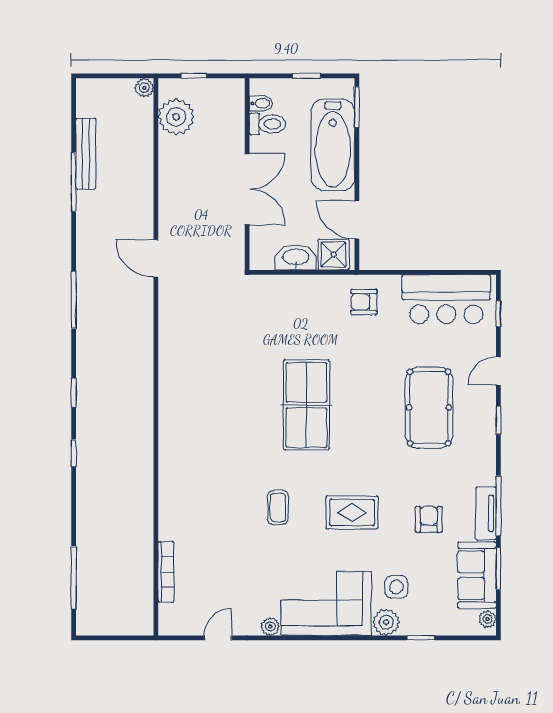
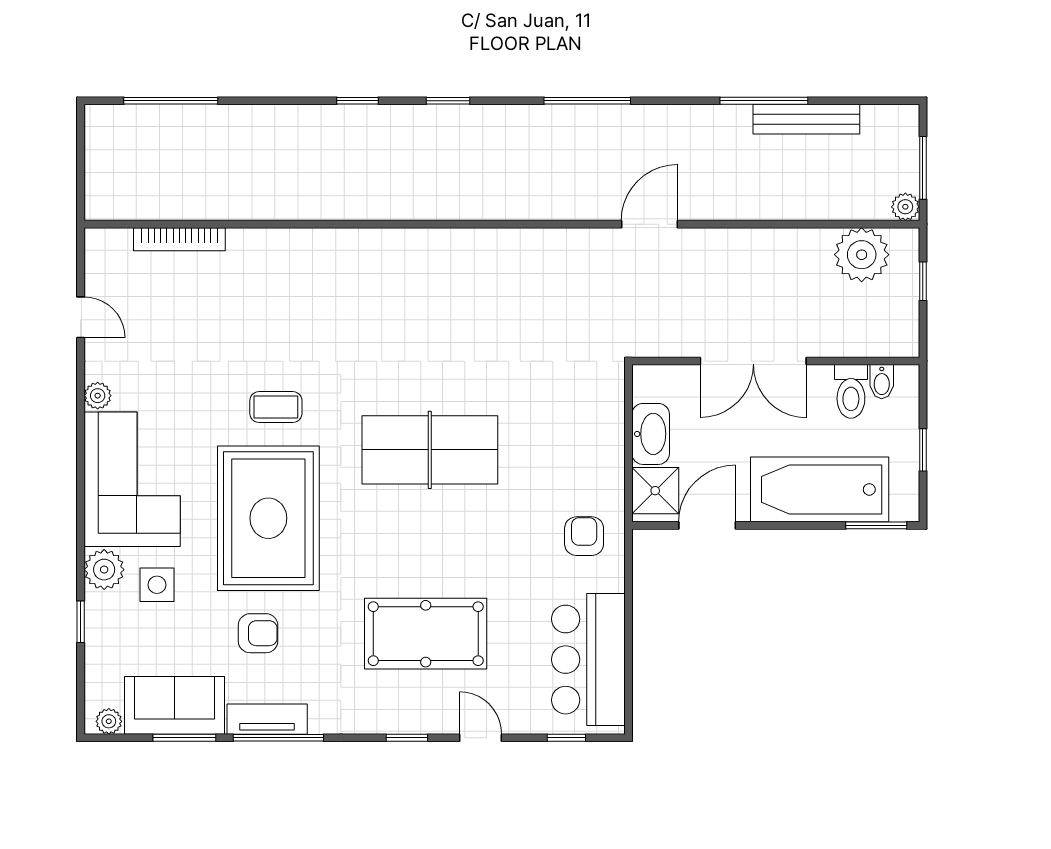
window: (118, 76) -> (923, 168), added
rug: (352, 513) -> (268, 518), width x1.86, depth x2.06

